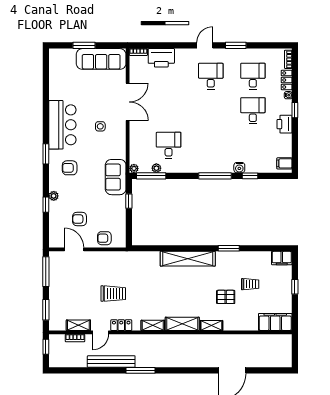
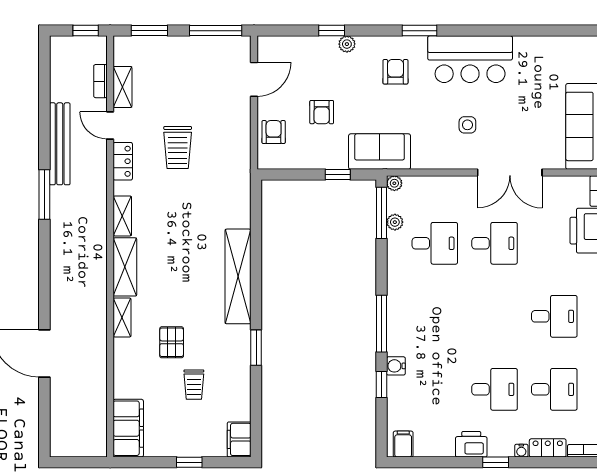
desk: (169, 111) -> (495, 243), added
armchair: (80, 219) -> (322, 112), moved, turned 180

